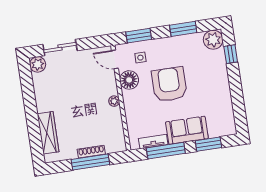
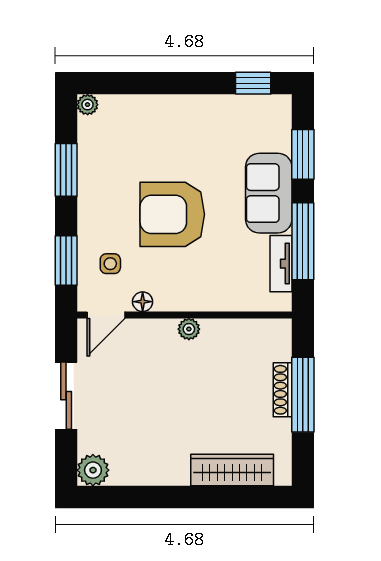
plant: (213, 40) -> (88, 105), width x0.53, depth x0.53
sliding door: (60, 48) -> (66, 396), moved
window: (231, 54) -> (253, 83), moved
floor lamp: (129, 80) -> (143, 302), width x0.53, depth x0.53

